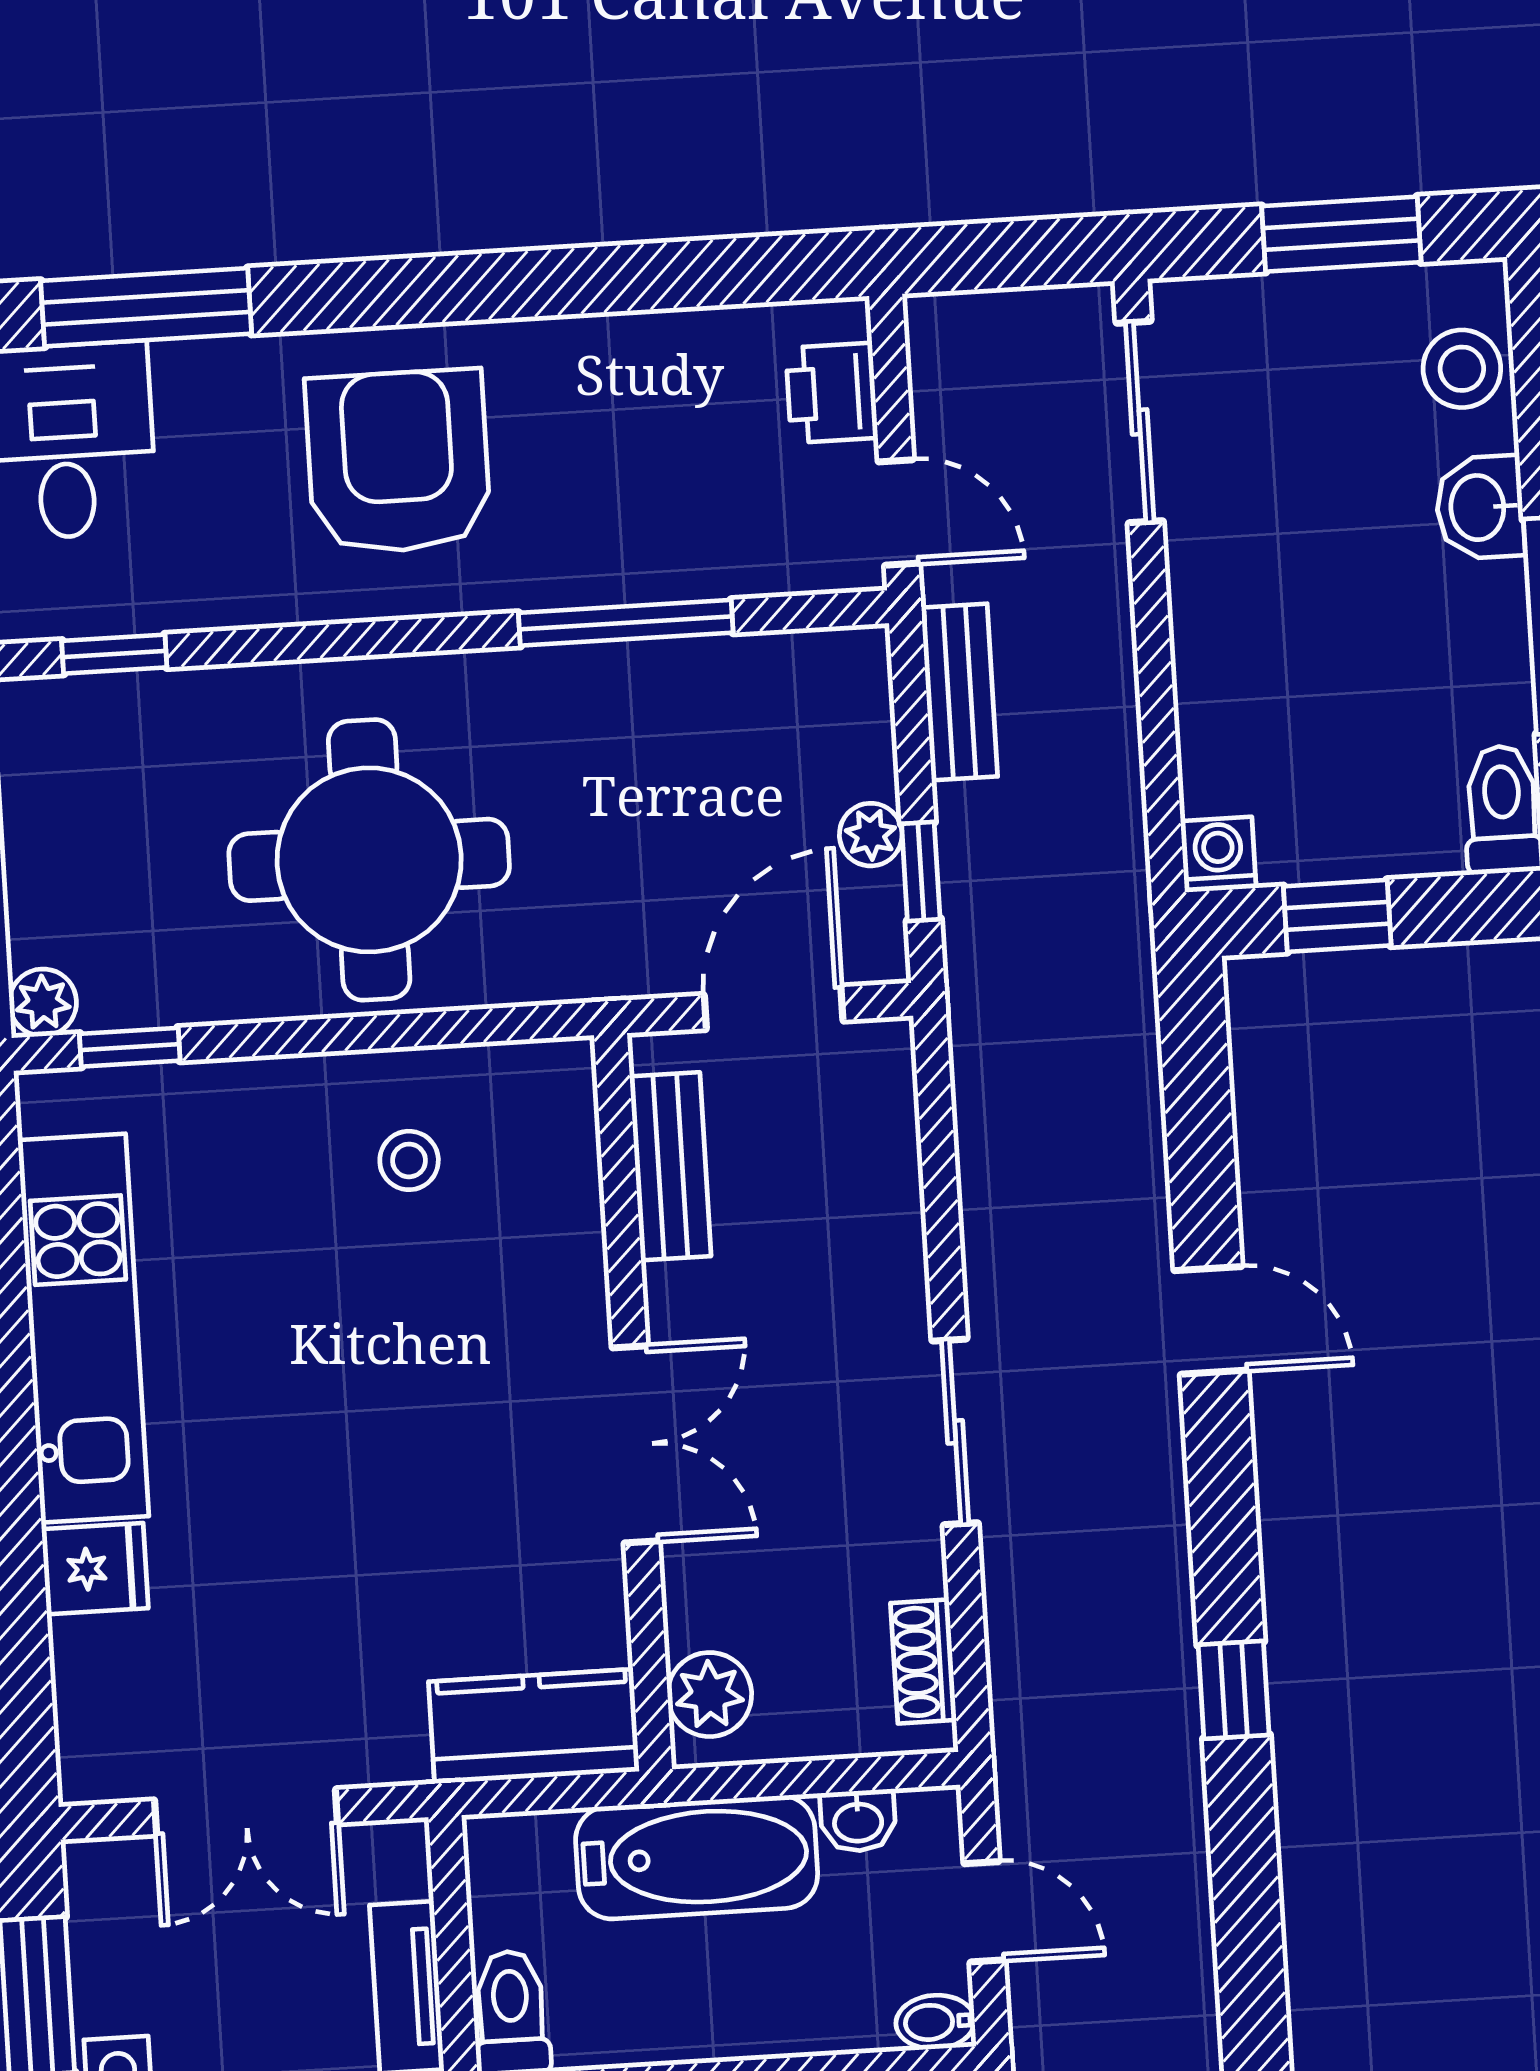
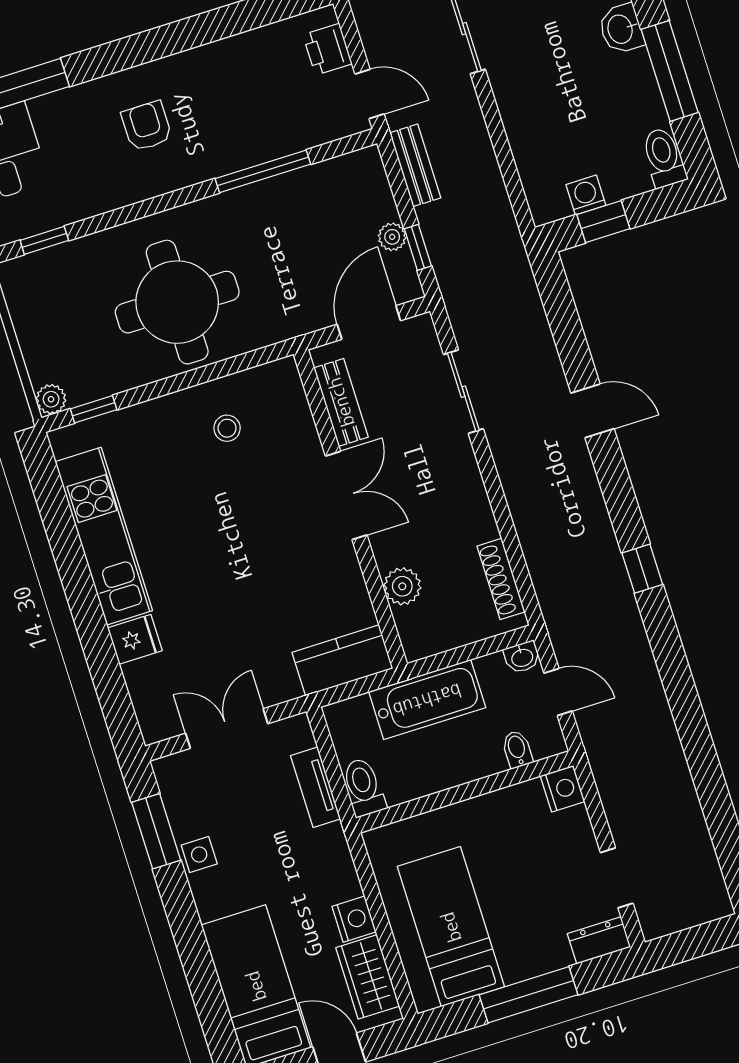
armchair: (398, 462) -> (147, 126), width x0.53, depth x0.53
washing machine: (1218, 855) -> (586, 195), moved
sliding door: (955, 1432) -> (463, 392), moved
double door: (636, 1444) -> (346, 496), moved
shoe rack: (923, 1661) -> (501, 579), width x1.43
plant: (710, 1695) -> (402, 586), moved
double door: (246, 1812) -> (227, 729), swing flipped
washbasin: (858, 1821) -> (522, 657), moved
bidet: (935, 2022) -> (517, 749), moved, turned 90

